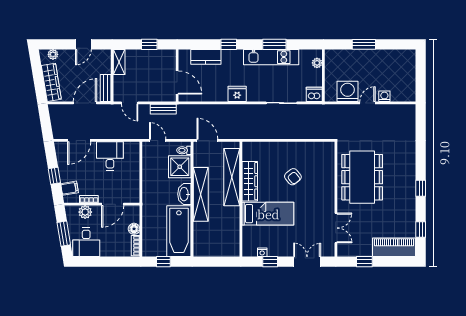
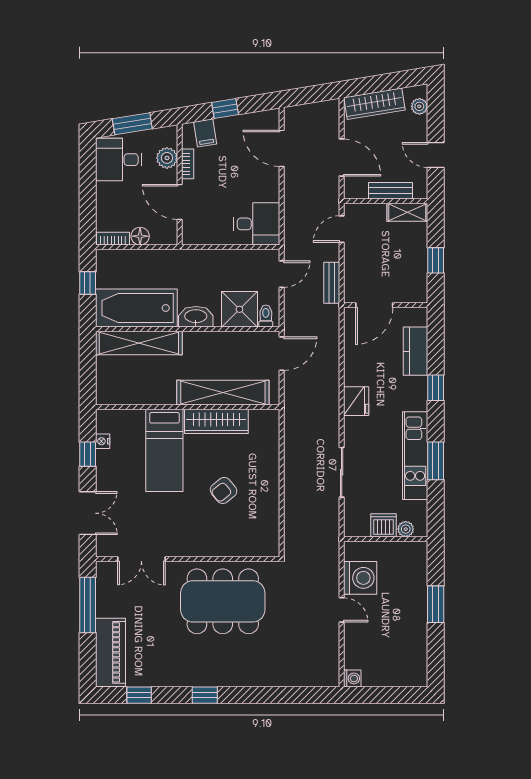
bench: (106, 88) -> (391, 191), moved
dishwasher: (314, 94) -> (383, 525), moved, turned -90
washing machine: (384, 96) -> (352, 678), moved
desk: (110, 156) -> (257, 224), moved
shelving: (201, 194) -> (139, 343), moved
window: (364, 262) -> (88, 605), width x2.17

